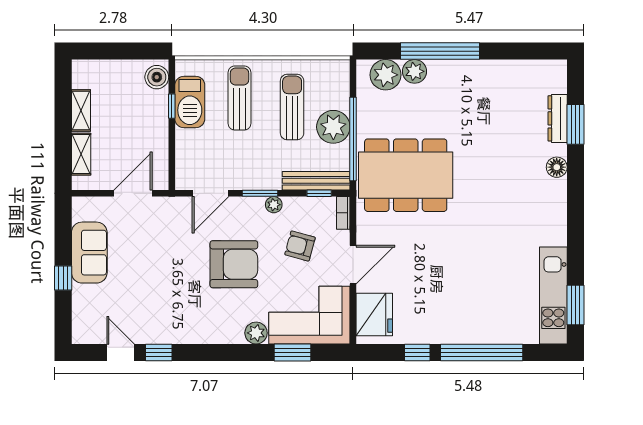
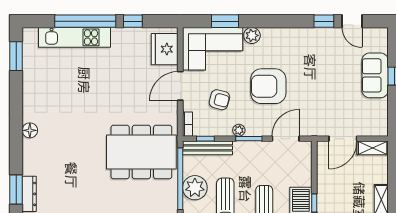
shelving: (81, 154) -> (373, 148), moved, turned 90
floor lamp: (557, 167) -> (30, 130), moved
sofa: (89, 253) -> (375, 75), moved
kitchen unit: (553, 296) -> (74, 37), moved, turned 90

